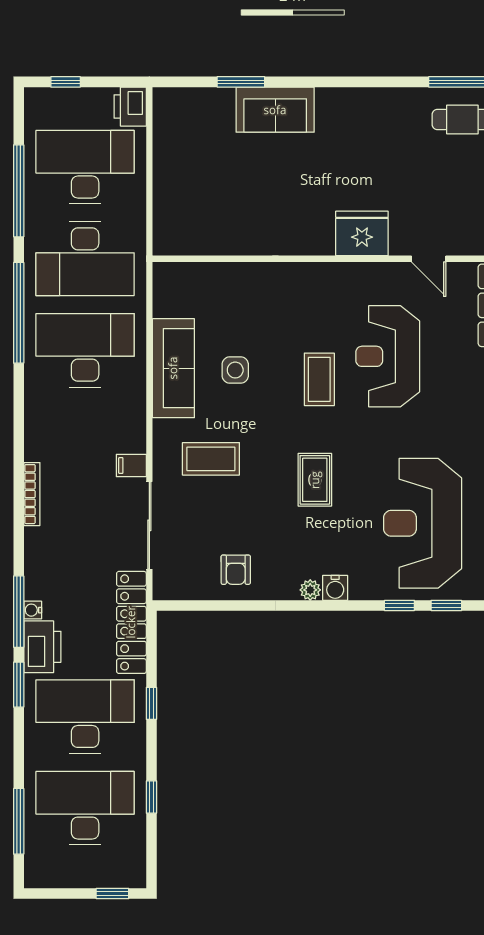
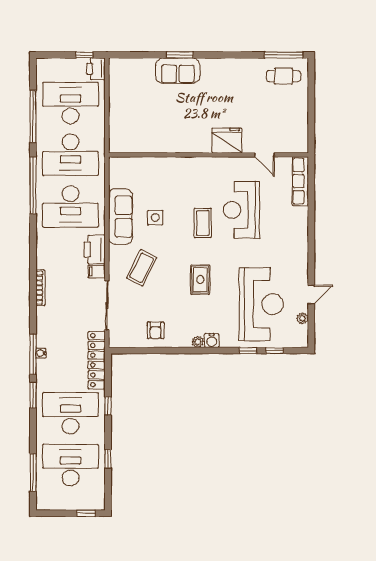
window: (66, 82) -> (84, 55), moved
window: (241, 82) -> (180, 55), moved
desk: (85, 350) -> (70, 206), turned 180
coffee table: (211, 459) -> (142, 268), turned -63
reception desk: (423, 523) -> (261, 304), turned 180
printer: (42, 647) -> (95, 249), moved, turned 180

